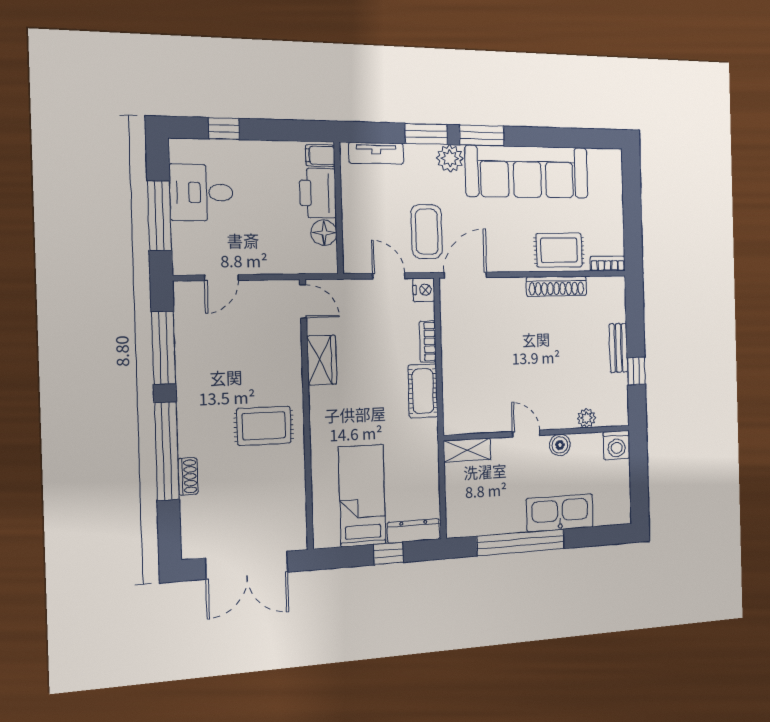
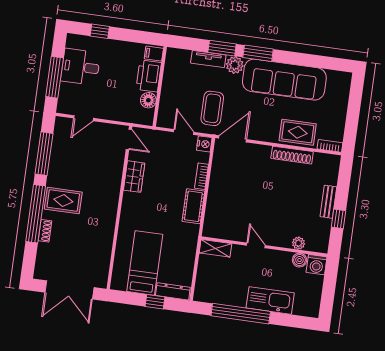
tv unit: (376, 153) -> (208, 59), moved
rug: (264, 426) -> (63, 201), moved
boiler: (560, 445) -> (299, 260), moved

